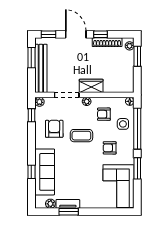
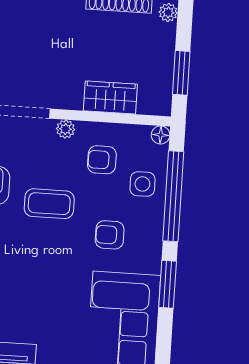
window: (137, 56) -> (181, 73), moved
wardrobe: (91, 86) -> (110, 97), moved

